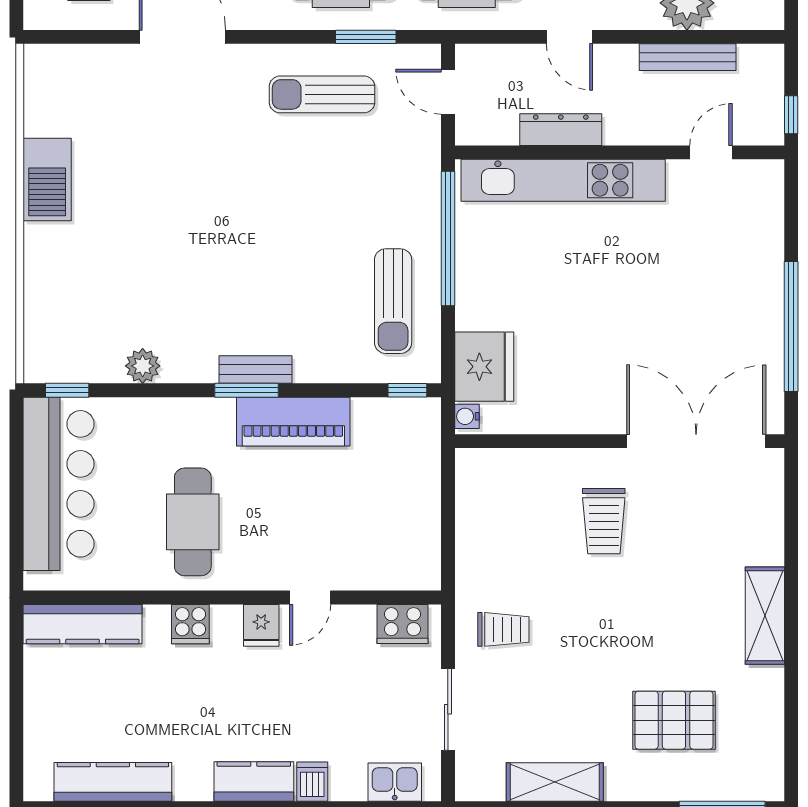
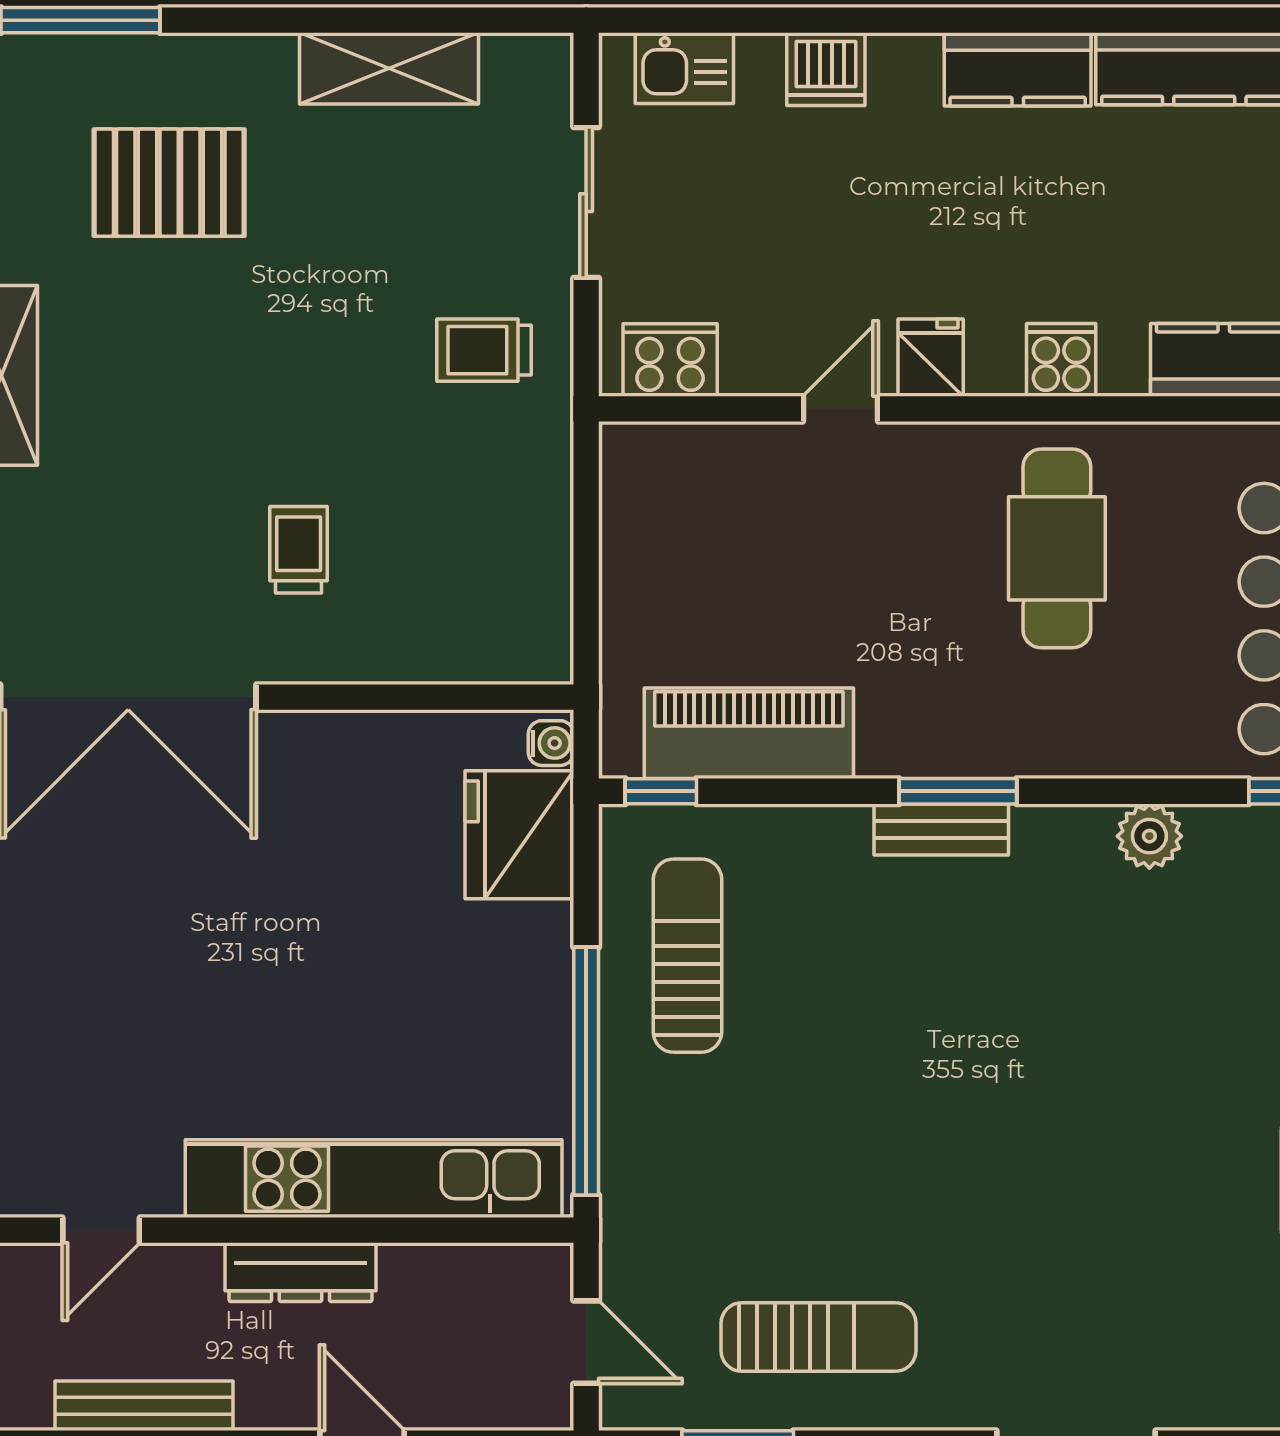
dresser: (561, 130) -> (301, 1272), moved
piano: (293, 422) -> (749, 733), moved
trolley: (604, 521) -> (299, 550), width x0.73, depth x0.72
kitchen counter: (254, 782) -> (1018, 69), moved
dishwasher: (312, 782) -> (826, 69), width x1.38

